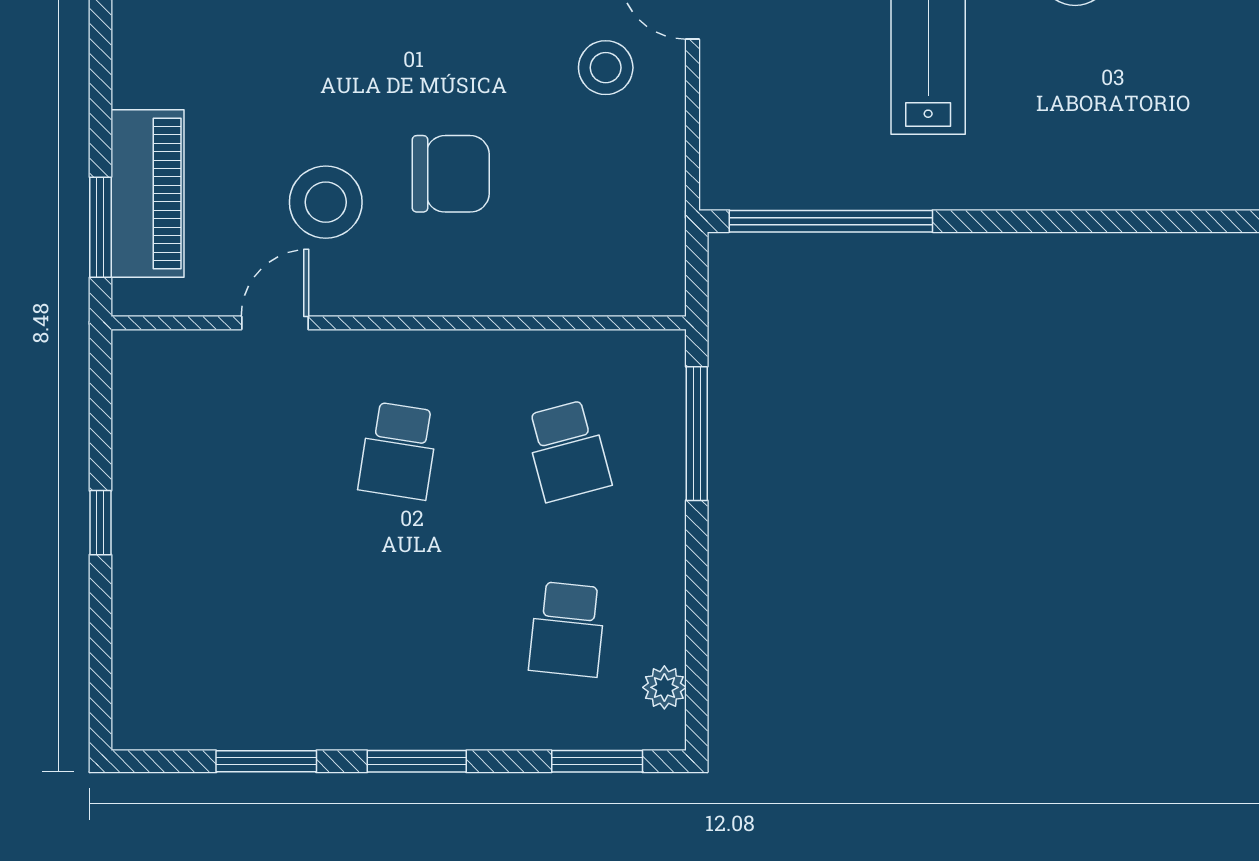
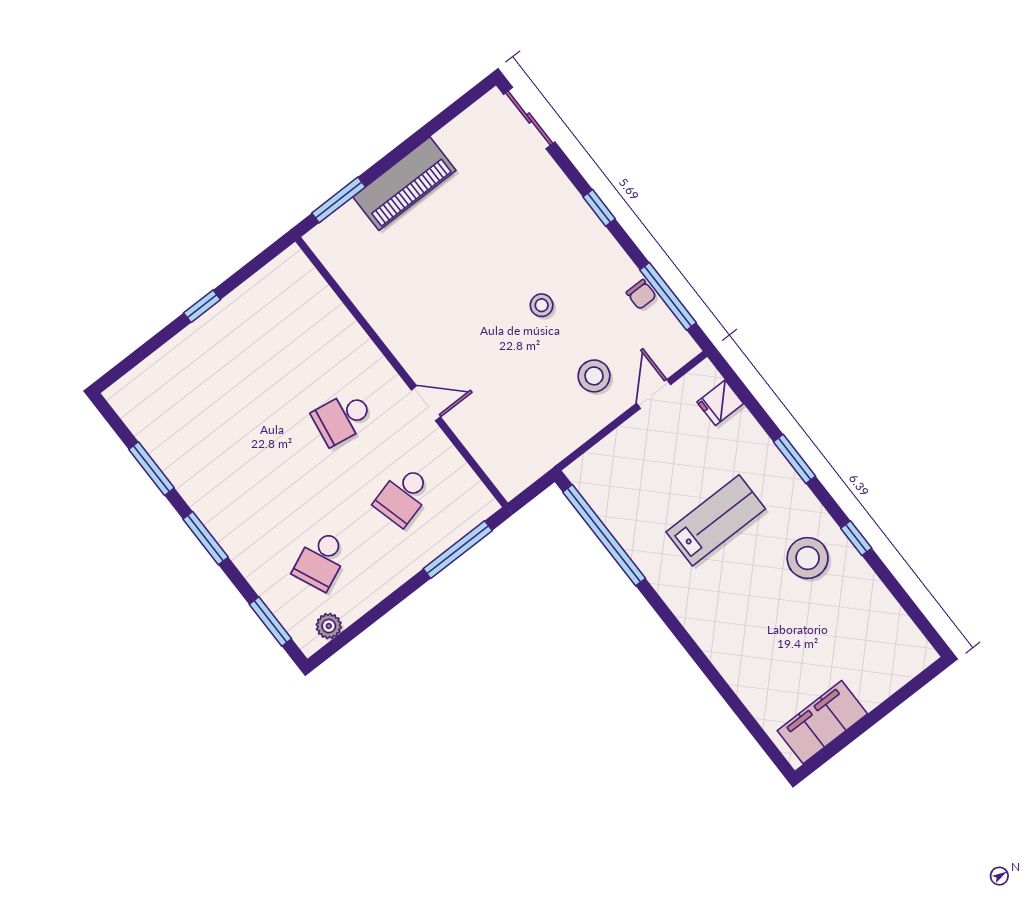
chair: (451, 174) -> (489, 343), removed
piano: (147, 194) -> (404, 184), moved
stool: (326, 202) -> (542, 305), moved, width x0.53, depth x0.53
door: (275, 323) -> (426, 403), moved
school desk: (567, 629) -> (321, 560), turned -30

